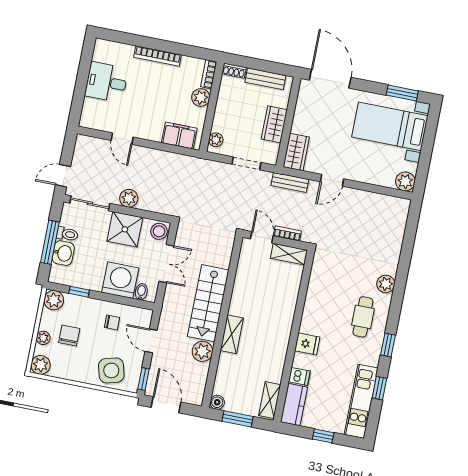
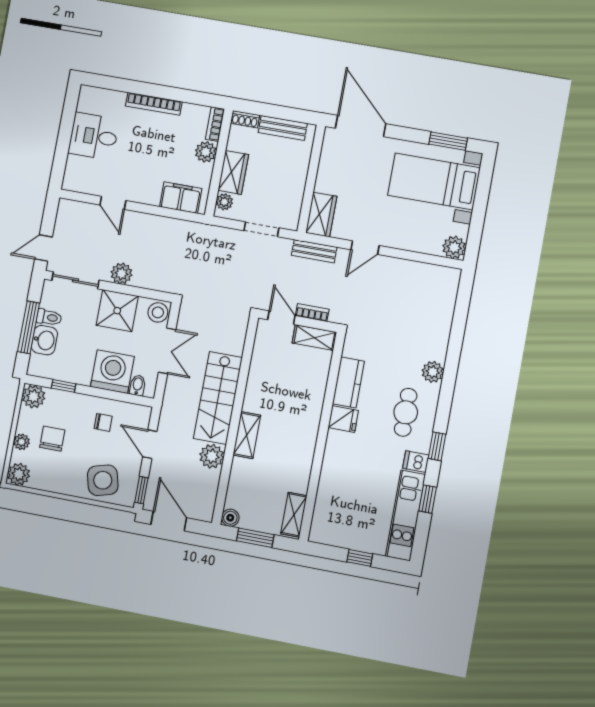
wardrobe: (274, 124) -> (233, 172), moved, turned 180
fridge: (307, 344) -> (343, 419), moved
dishwasher: (299, 376) -> (416, 462), moved, turned 180
kitchen counter: (294, 405) -> (348, 382), moved

